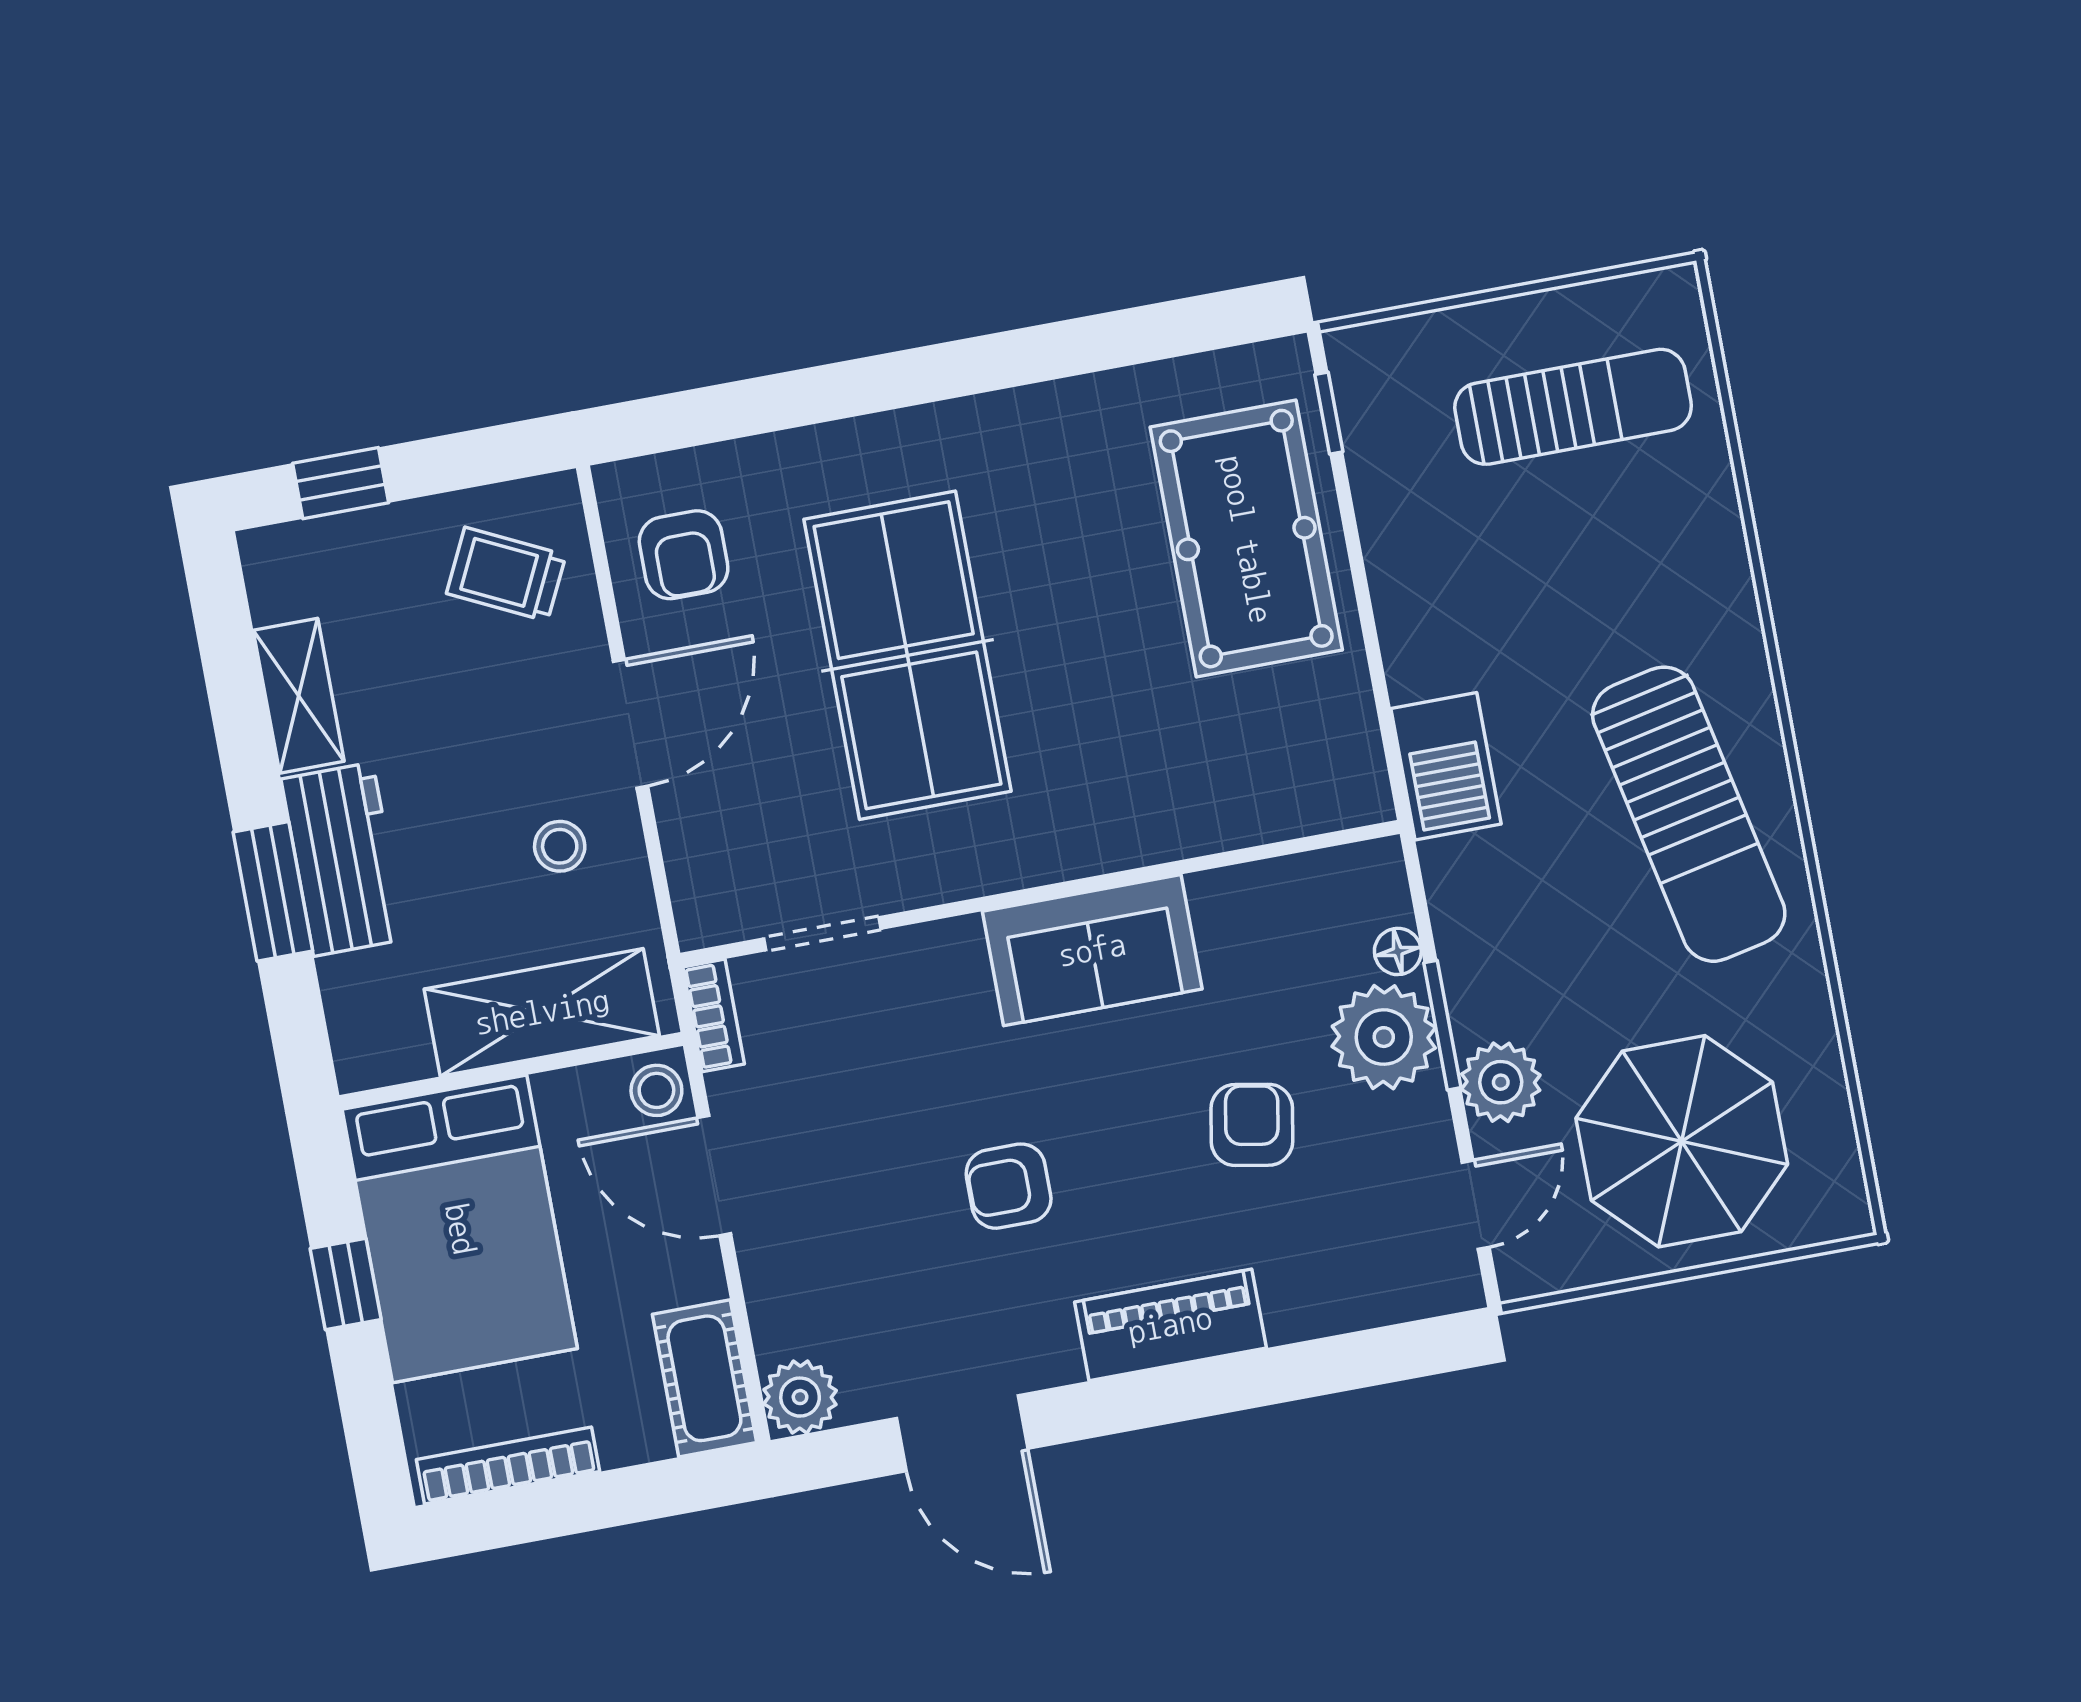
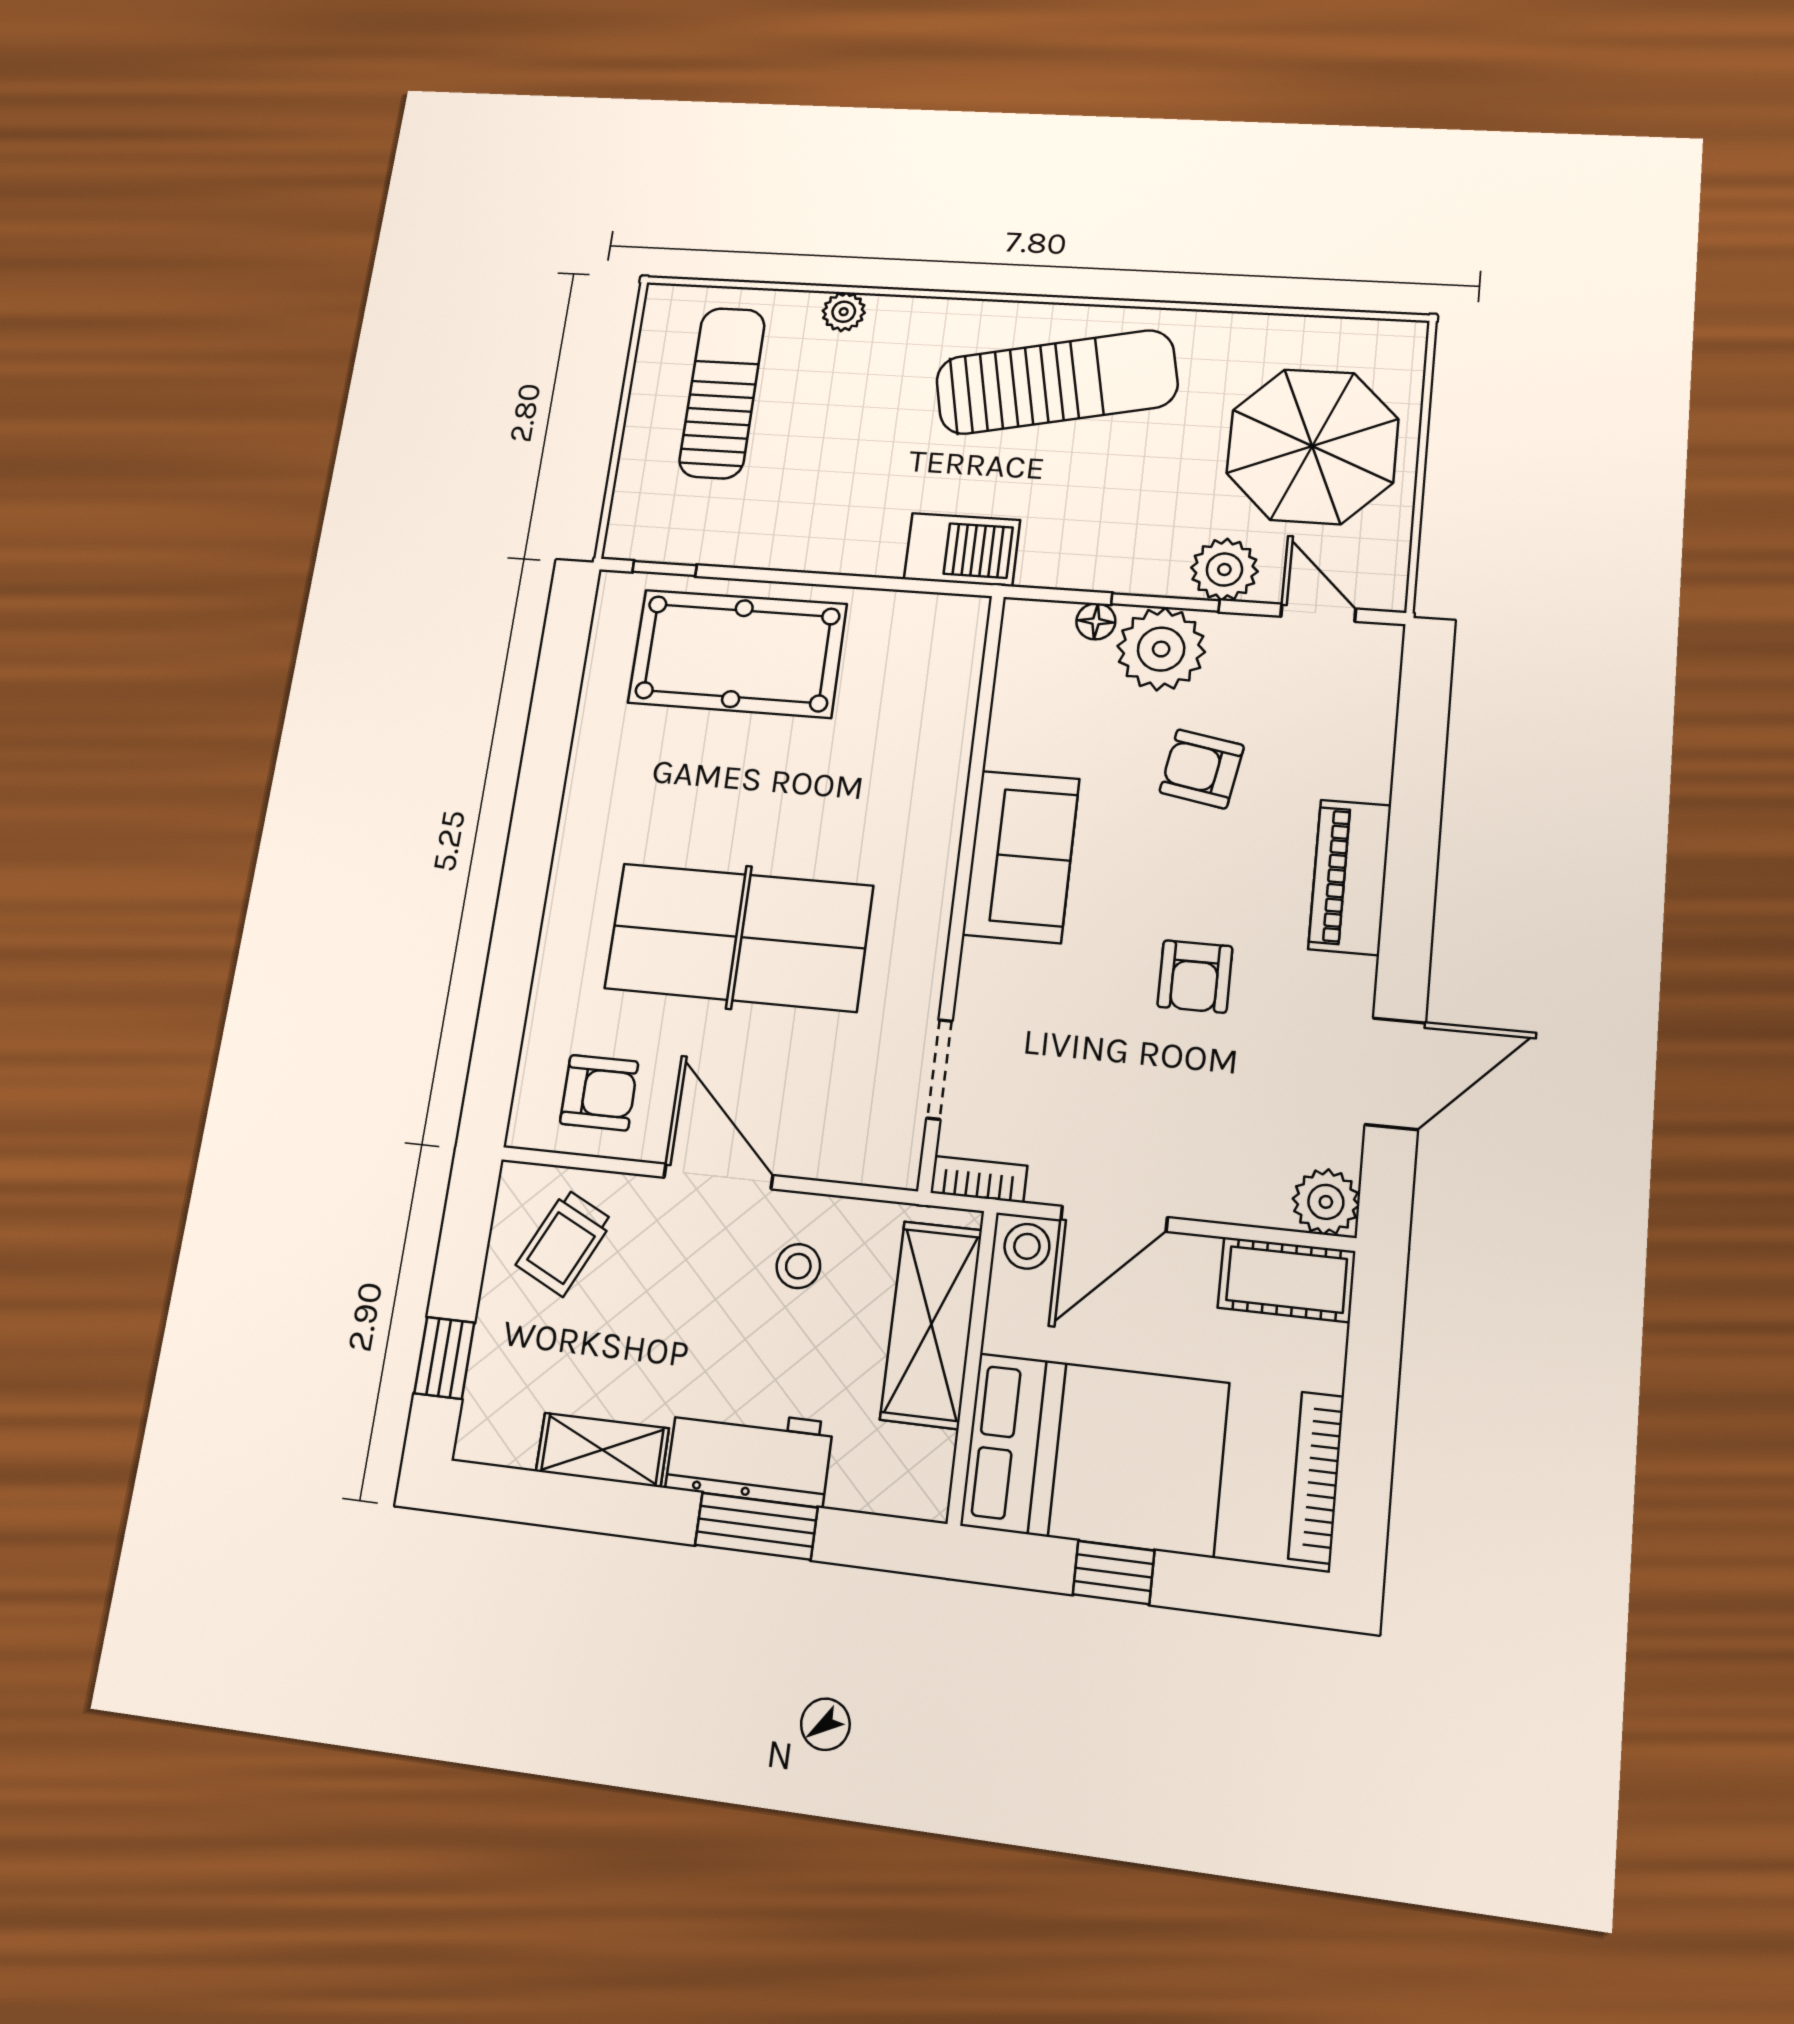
plant: (1718, 523) -> (844, 312), added

